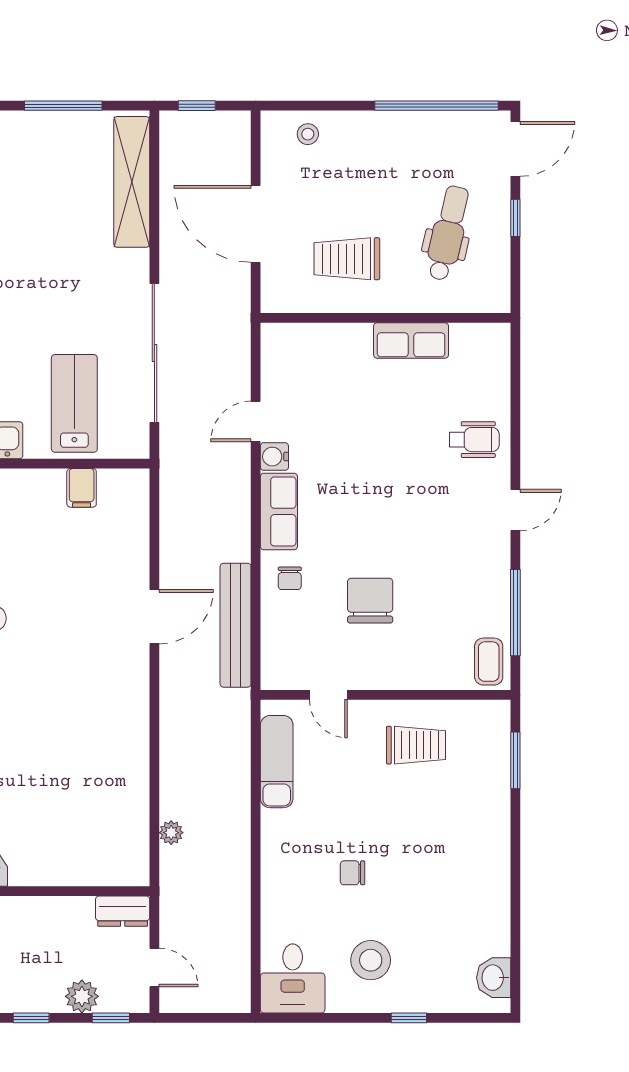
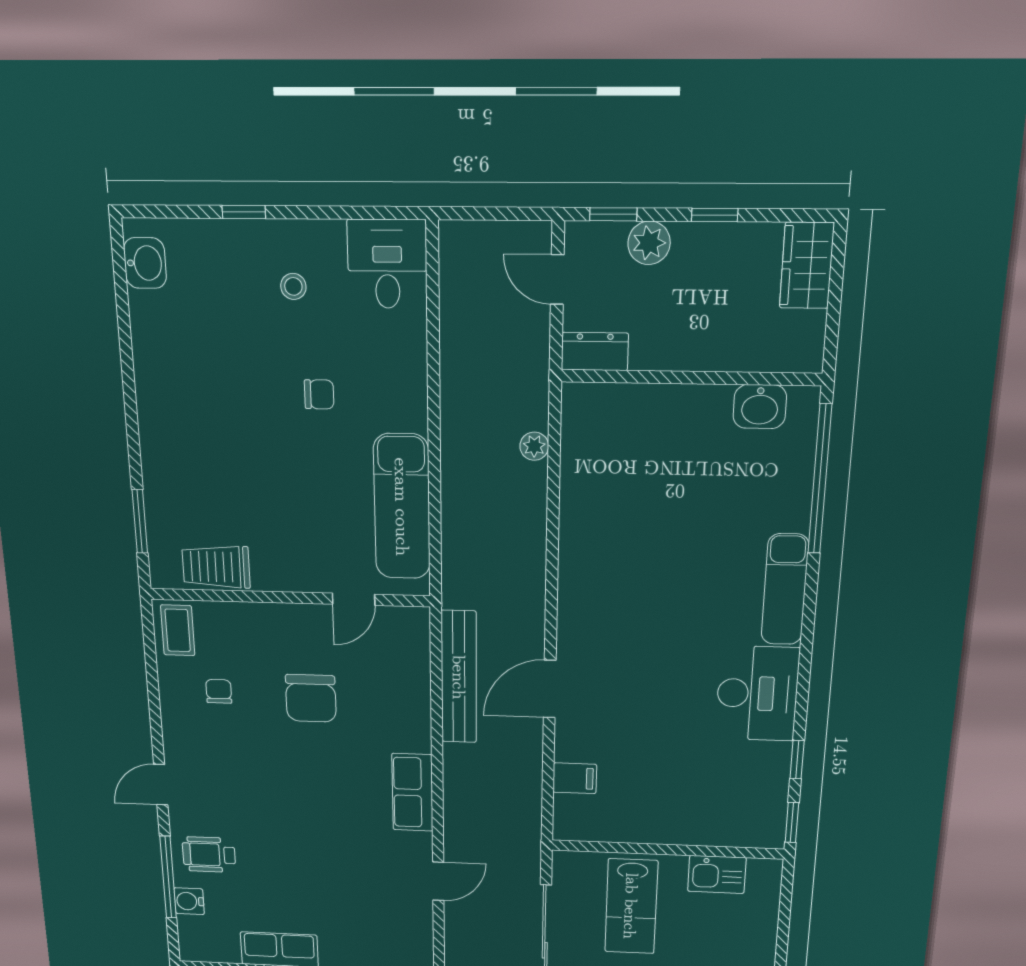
water cooler: (274, 457) -> (189, 901), moved, turned 180
filing cabinet: (82, 488) -> (575, 778), moved, turned 90
chair: (290, 578) -> (219, 691), moved
window: (515, 613) -> (168, 877), moved
door: (328, 695) -> (354, 599), swing flipped
trolley: (416, 745) -> (216, 567), moved
exam couch: (277, 762) -> (402, 507), width x1.36, depth x1.45
stool: (371, 960) -> (293, 286), width x0.53, depth x0.53

